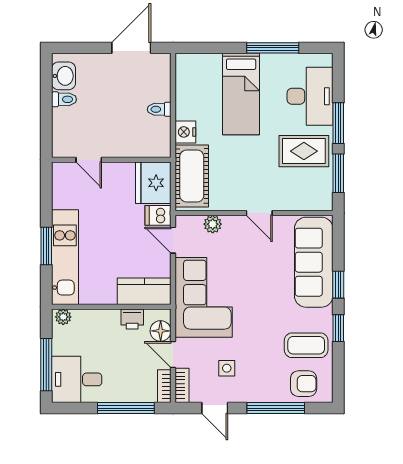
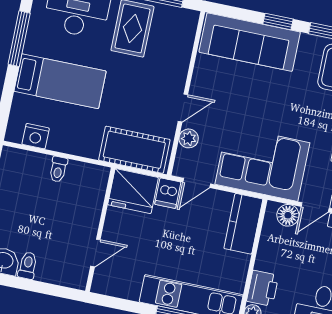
nightstand: (185, 132) -> (36, 136), moved
door: (259, 213) -> (183, 108), moved
printer: (132, 319) -> (263, 288), moved, width x1.36, depth x1.24

